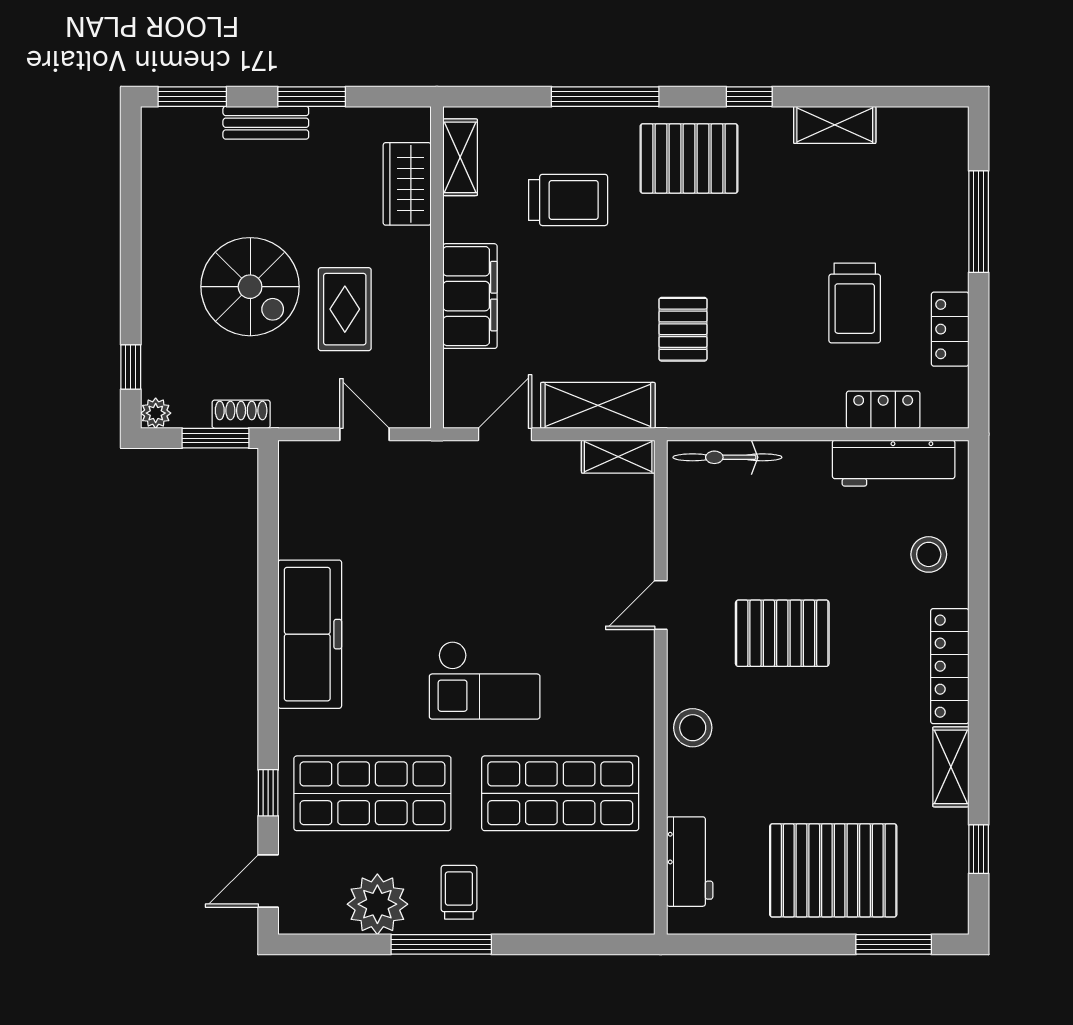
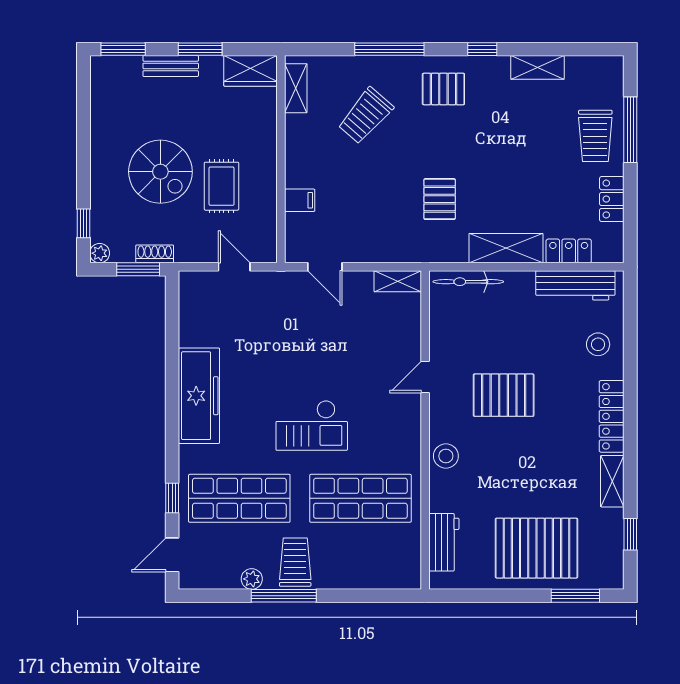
pallet: (689, 158) -> (443, 89), width x0.67, depth x0.71
wardrobe: (407, 184) -> (251, 71), moved, turned -90
trolley: (568, 200) -> (366, 116), turned 131
filing cabinet: (470, 296) -> (300, 200), width x0.33, depth x0.86
trolley: (855, 303) -> (595, 136), moved
shelving: (598, 405) -> (506, 248), moved
door: (505, 434) -> (325, 267), swing flipped
trolley: (459, 892) -> (295, 562), width x1.36, depth x1.39
plant: (377, 904) -> (252, 579), width x0.53, depth x0.53

